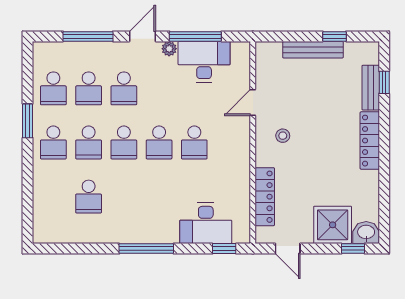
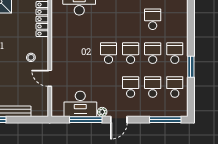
window: (88, 36) -> (165, 120), moved
door: (253, 102) -> (50, 78), swing flipped
school desk: (194, 142) -> (86, 53), removed

